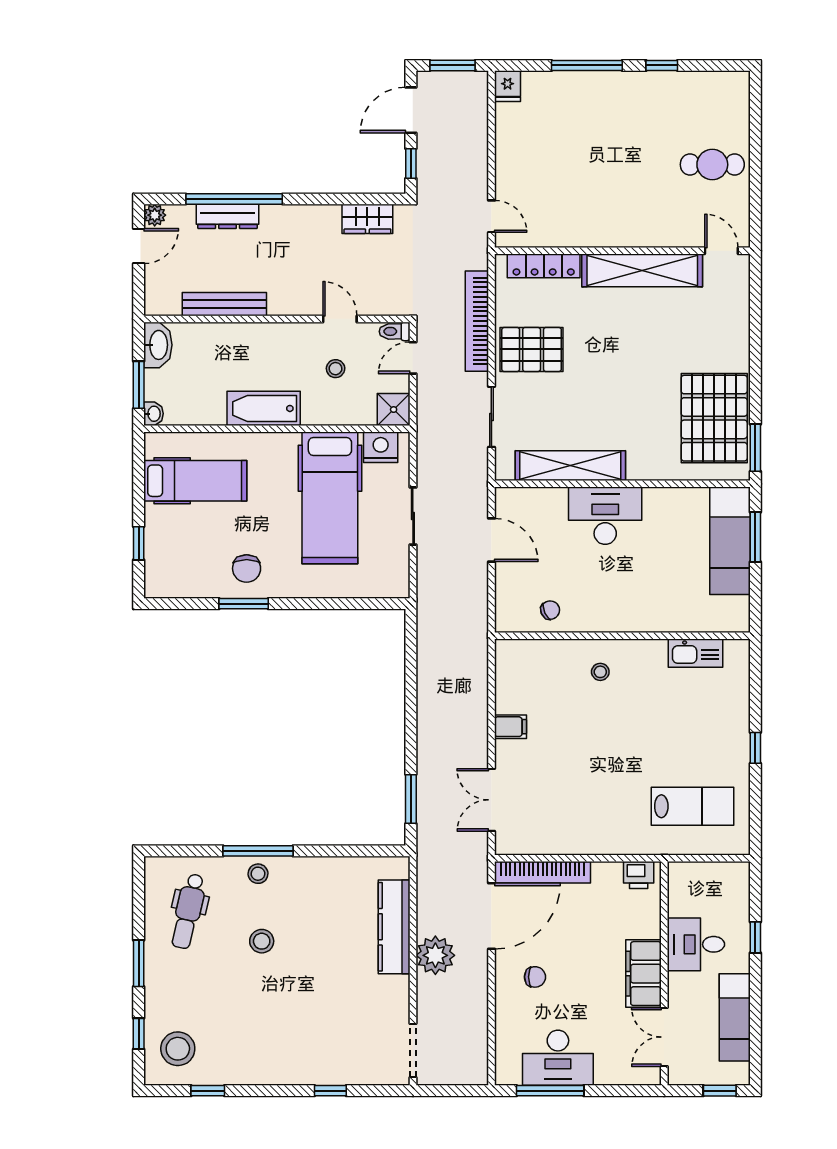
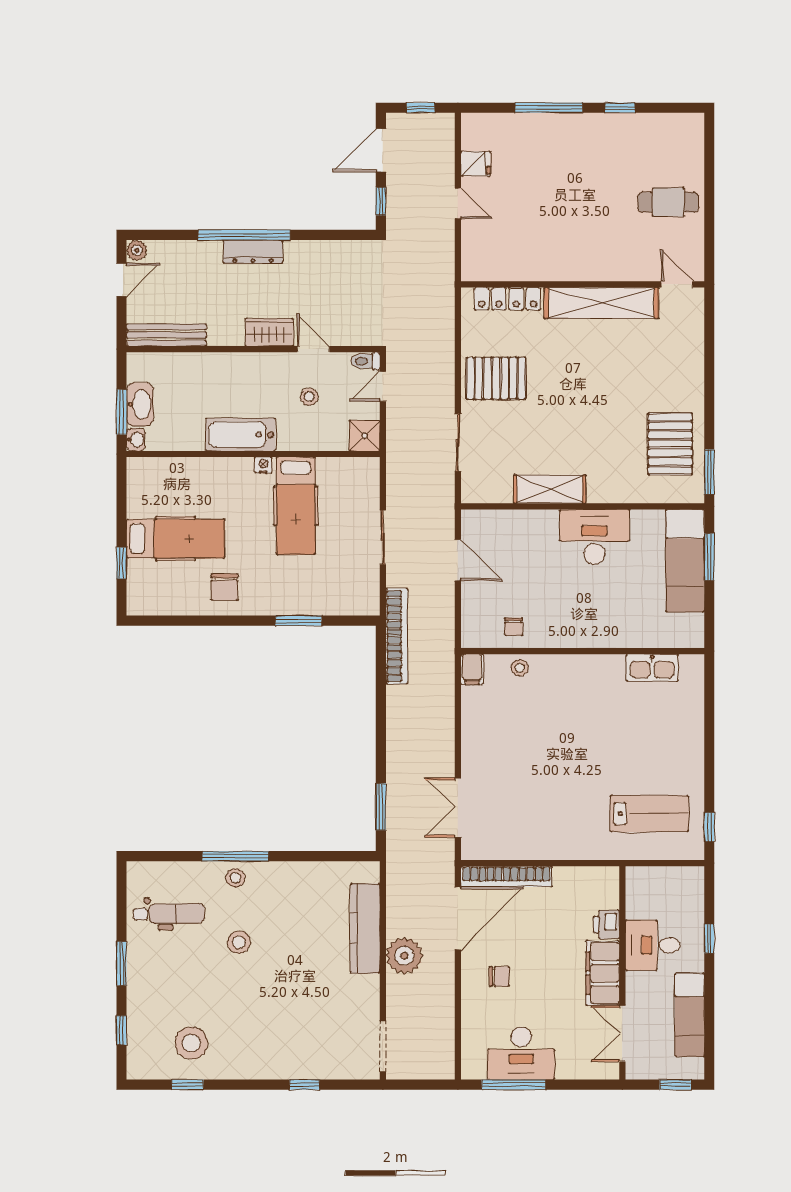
window: (452, 65) -> (421, 108), width x0.67
fridge: (508, 86) -> (475, 164), moved, turned -90
window: (234, 199) -> (244, 235), moved
dresser: (228, 216) -> (253, 252), moved
door: (491, 216) -> (458, 203), moved
wardrobe: (367, 219) -> (269, 332), moved, turned 180
bench: (224, 304) -> (166, 335), moved
bookcase: (477, 321) -> (397, 636), moved, turned 180
washbasin: (158, 345) -> (140, 404), moved
pallet: (714, 418) -> (670, 444), width x0.73, depth x0.71
nightstand: (381, 447) -> (263, 465), moved, width x0.53, depth x0.56
shelving: (570, 466) -> (550, 489), width x0.68
hospital bed: (195, 481) -> (176, 539), moved
hospital bed: (330, 498) -> (296, 506), width x0.73, depth x0.78
desk: (605, 516) -> (594, 537), moved
window: (244, 604) -> (298, 621), moved
chair: (550, 610) -> (514, 627), turned 114
stool: (600, 672) -> (520, 668), moved
filing cabinet: (510, 727) -> (472, 669), moved, turned 90
window: (755, 748) -> (709, 827), moved
printer: (639, 875) -> (606, 924), moved, turned 90
dental chair: (188, 911) -> (169, 914), turned -104
stool: (178, 1049) -> (191, 1043), moved

